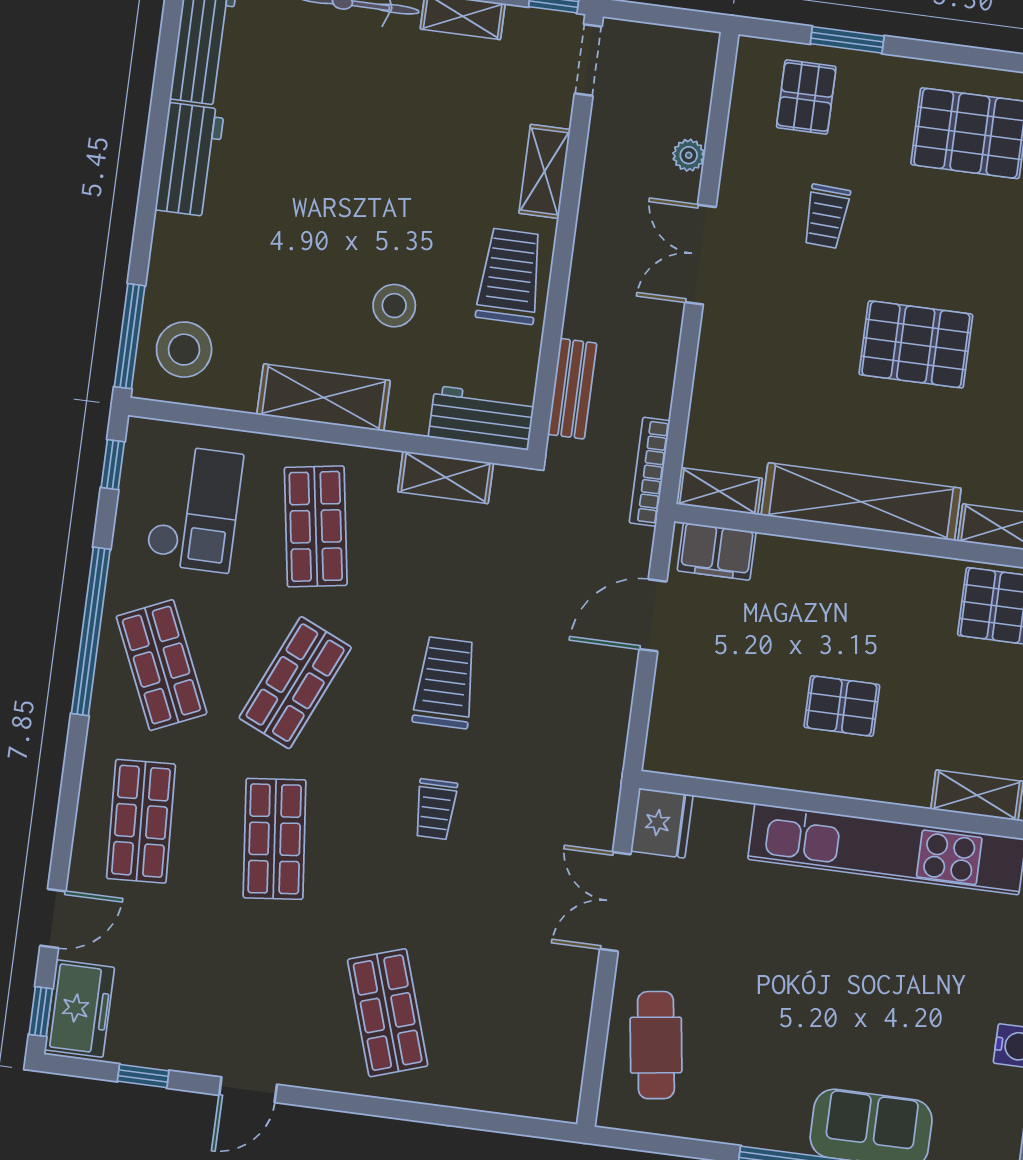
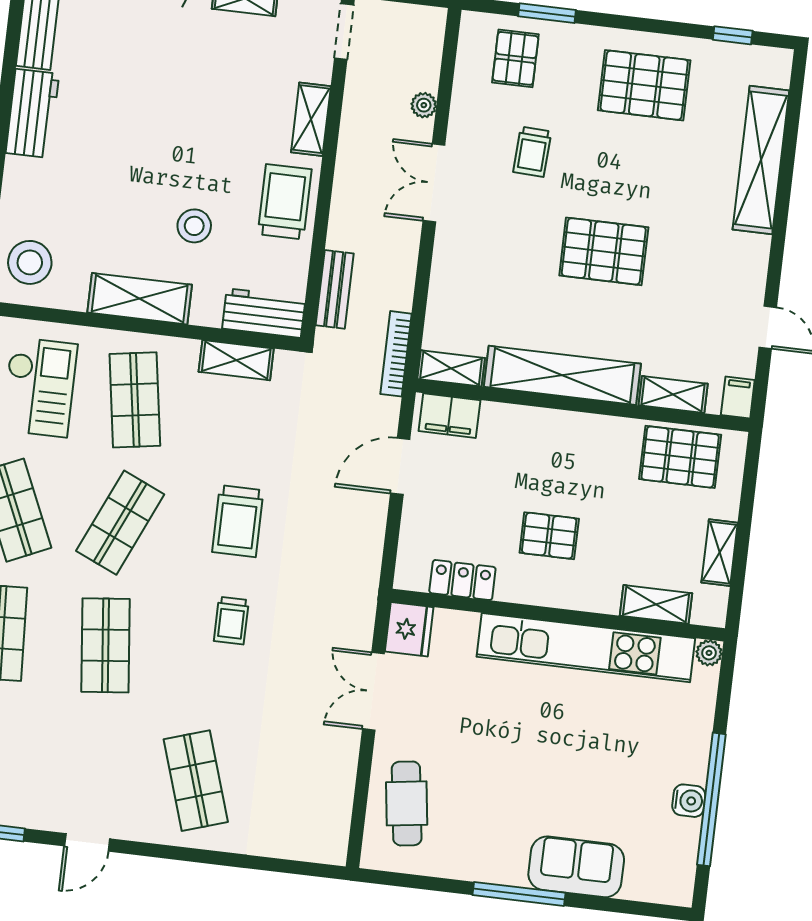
trolley: (445, 683) -> (238, 521), turned 180
locker: (731, 761) -> (462, 580), added

